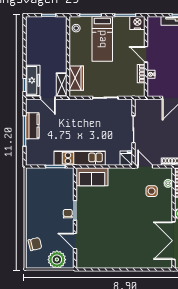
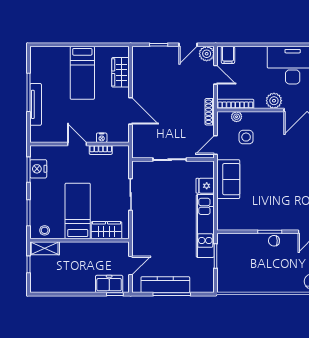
nightstand: (137, 23) -> (38, 169), moved
bed: (102, 39) -> (78, 211), moved, turned -90
door: (146, 54) -> (77, 144), swing flipped
freezer: (33, 80) -> (109, 284), width x0.71
shelving: (62, 85) -> (45, 248), moved
kitchen counter: (32, 126) -> (165, 285), width x1.50
fridge: (126, 158) -> (205, 186), moved
sofa: (92, 177) -> (228, 179), moved

